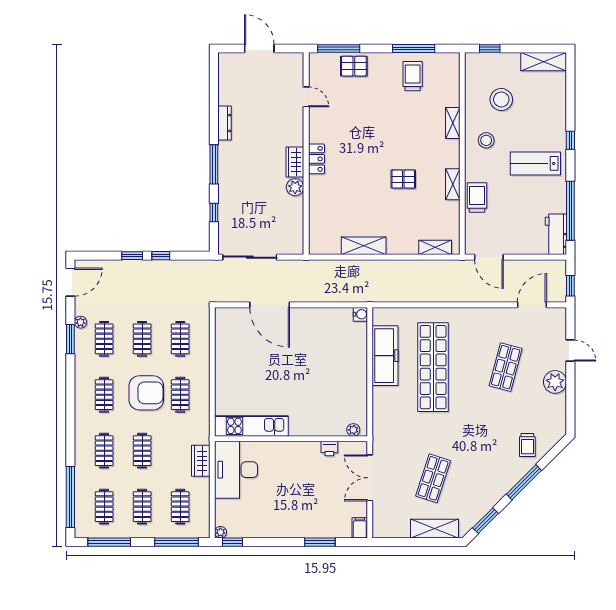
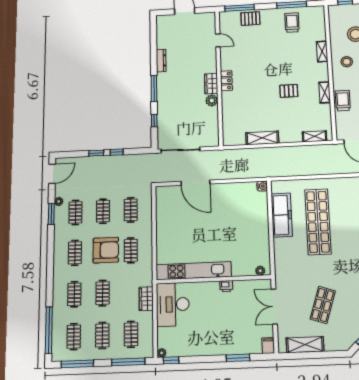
kitchen unit: (251, 426) -> (194, 271), width x1.36
printer: (329, 449) -> (226, 286), moved
shelving: (435, 529) -> (305, 345), moved

